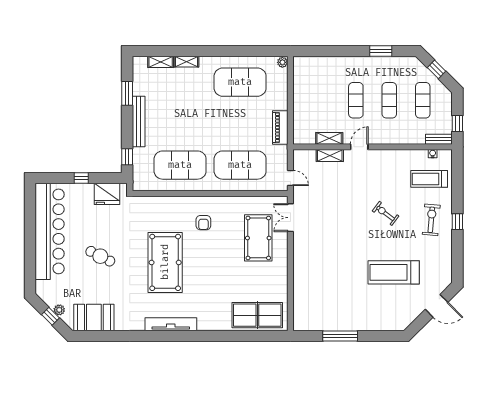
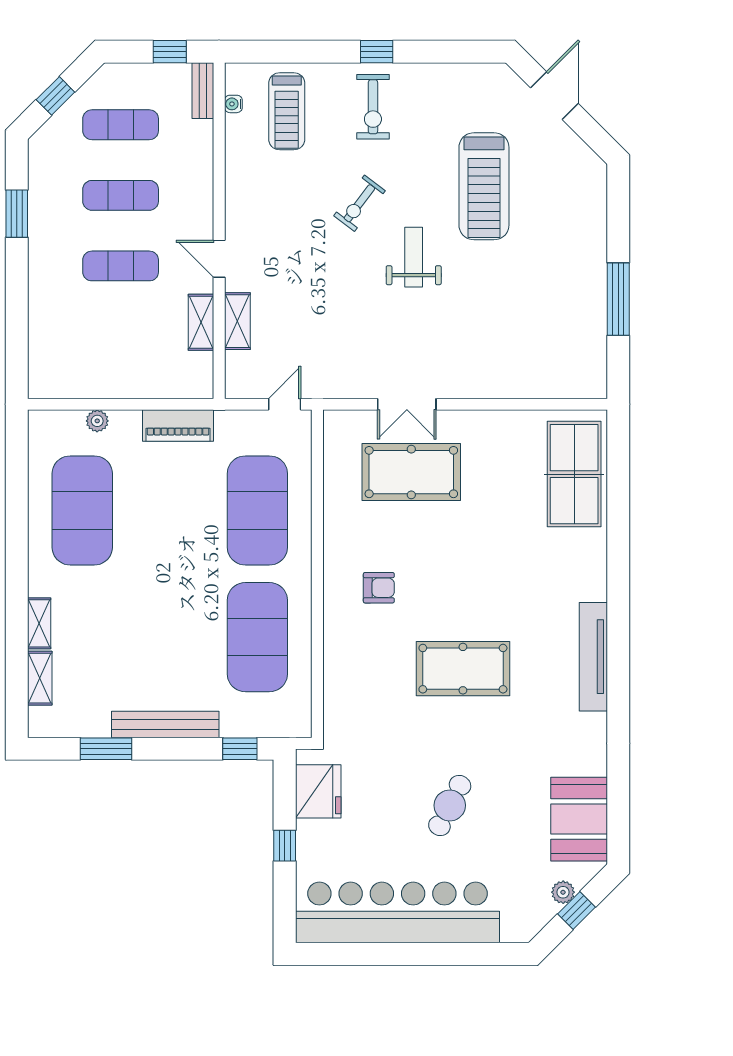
plant: (282, 62) -> (97, 421), moved
double door: (290, 218) -> (407, 404), moved
exercise bike: (431, 220) -> (373, 107), turned -95
weight bench: (360, 239) -> (414, 257), added
pool table: (165, 262) -> (463, 669), width x0.73, depth x0.76

